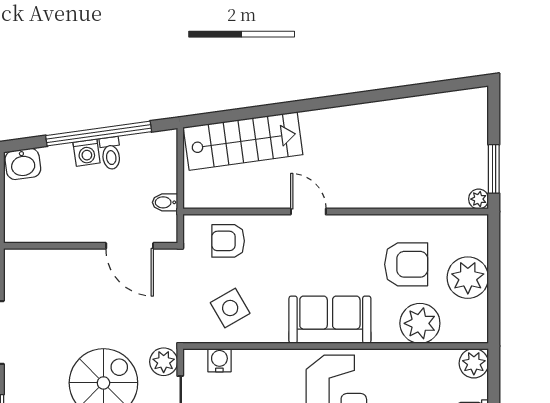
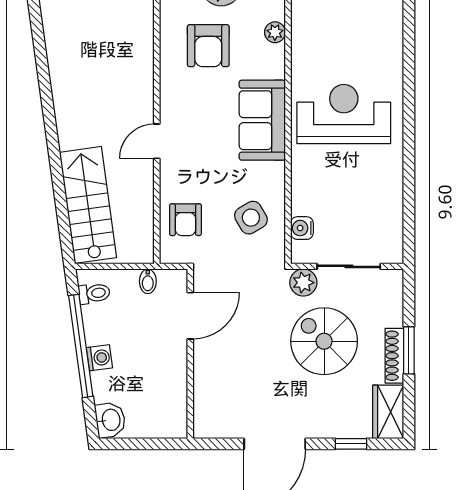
toilet: (111, 153) -> (94, 293), moved
armchair: (406, 264) -> (208, 46), turned 180
plant: (420, 323) -> (275, 32), width x0.53, depth x0.53

